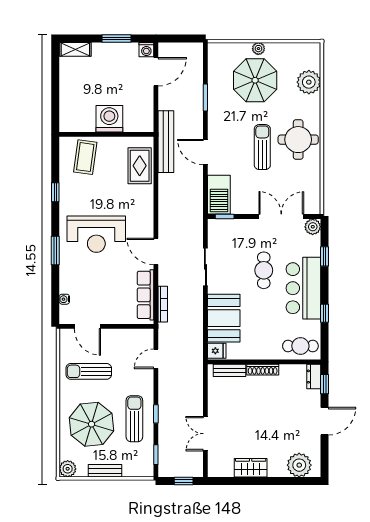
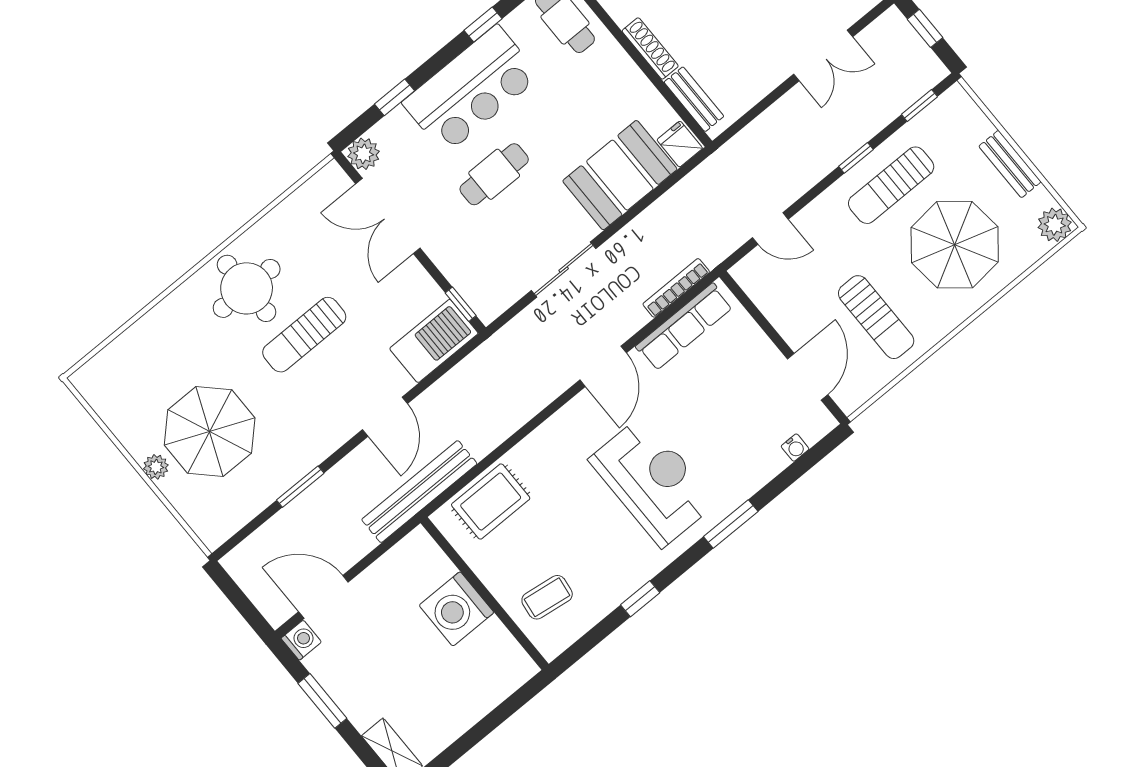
plant: (309, 82) -> (144, 346), removed
coffee table: (85, 157) -> (547, 597), width x0.73, depth x0.77

